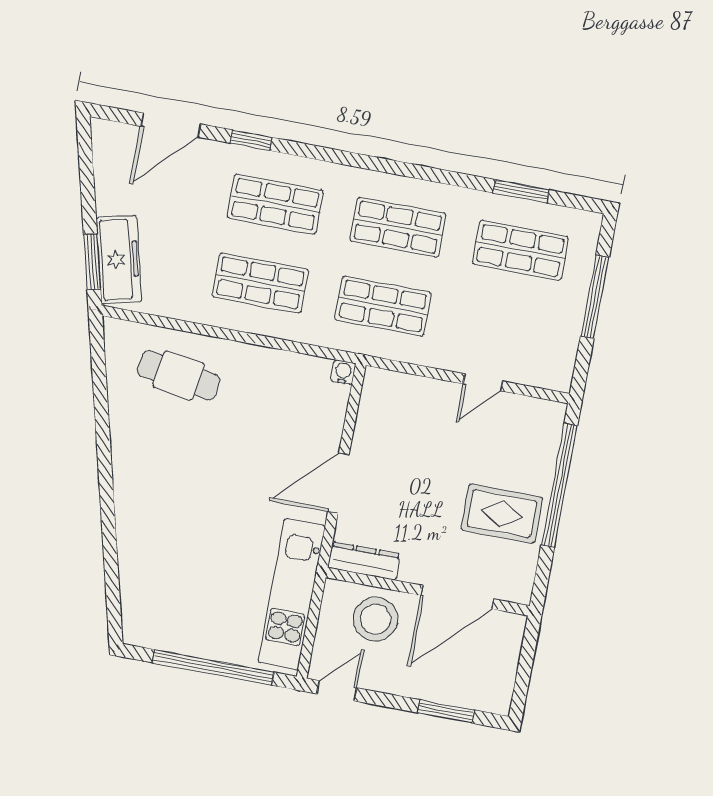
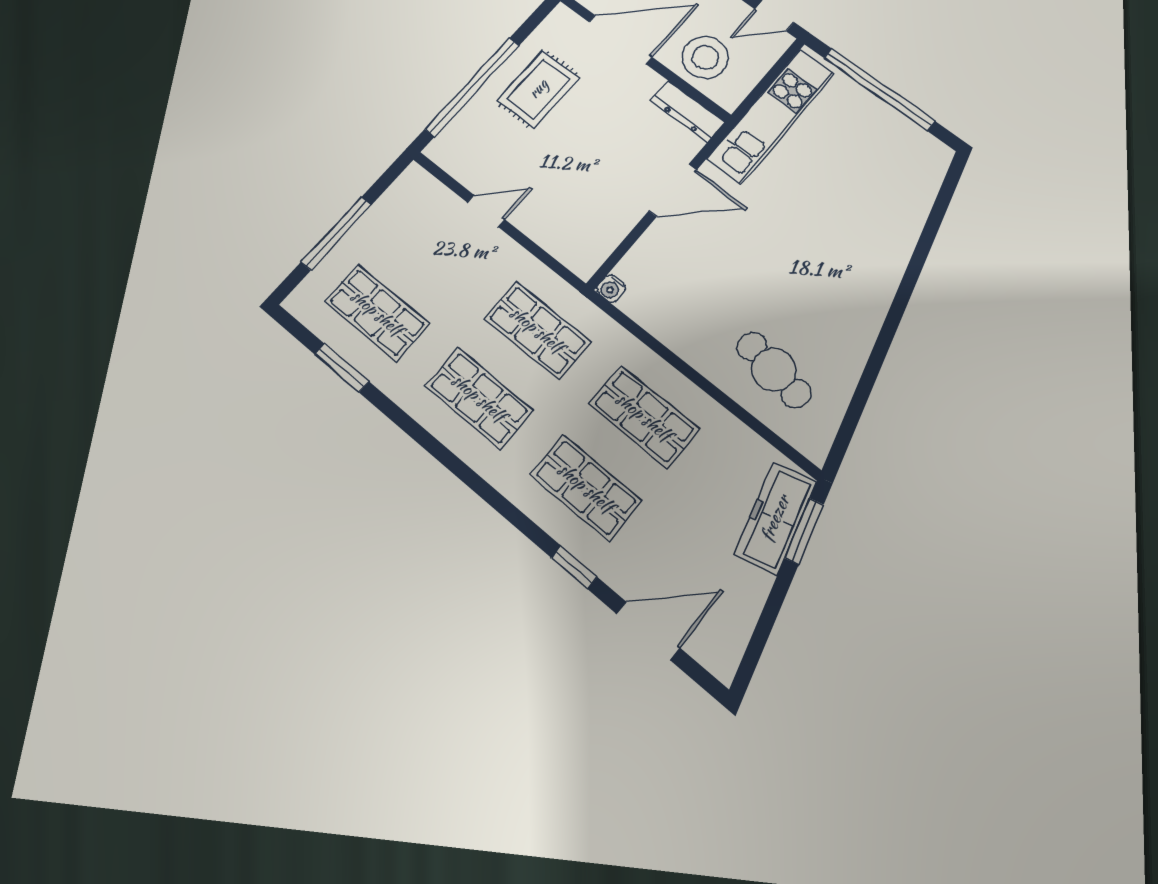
rug: (502, 514) -> (538, 89), turned 90

